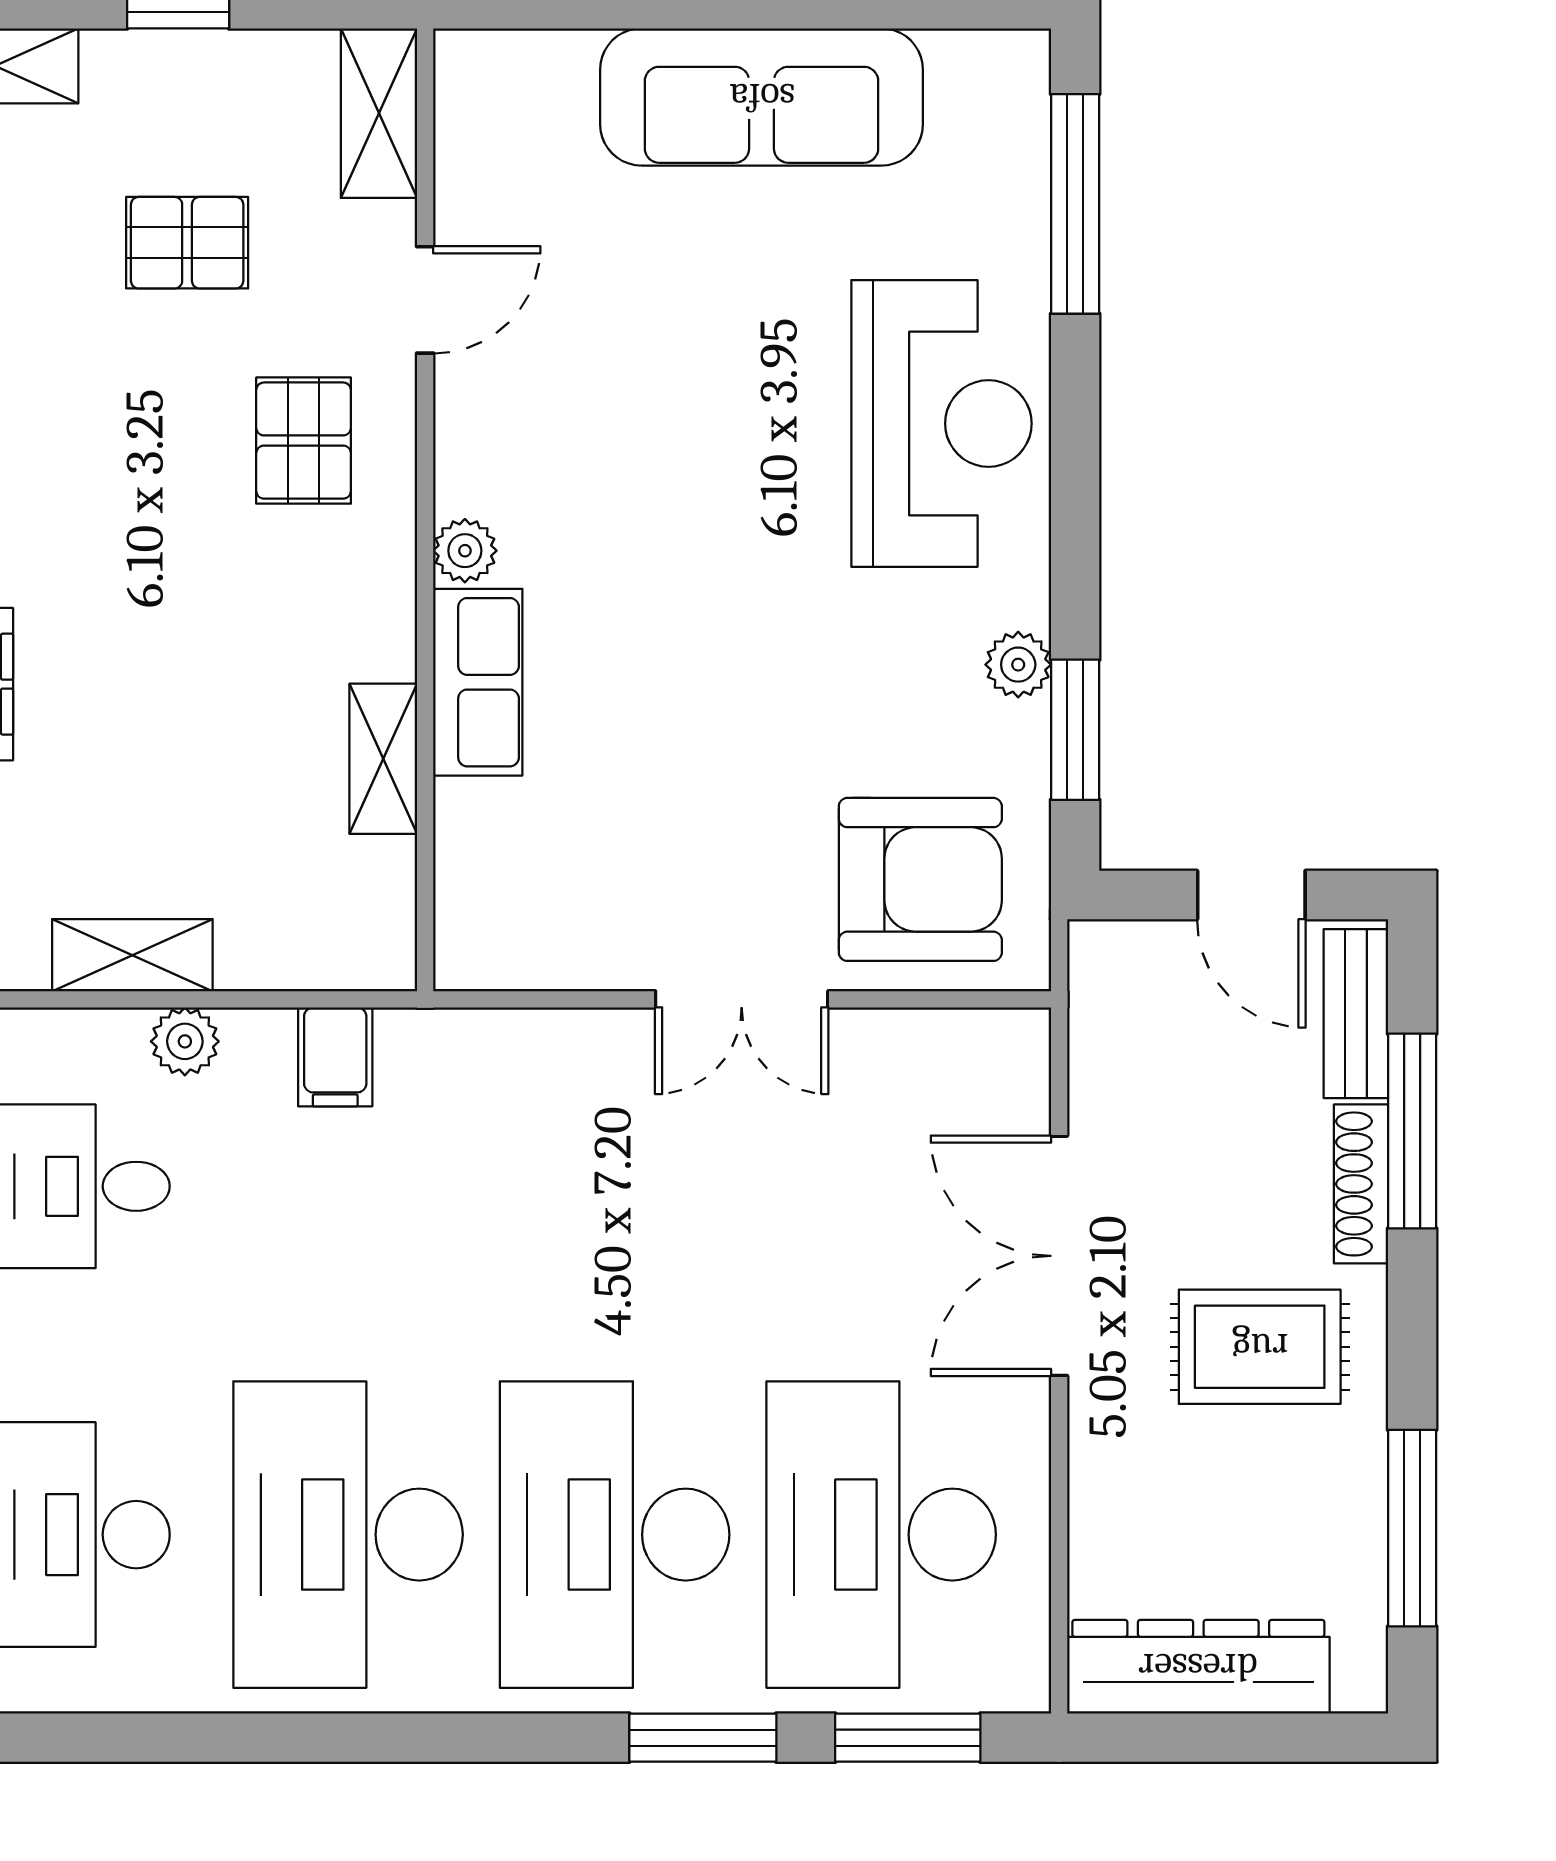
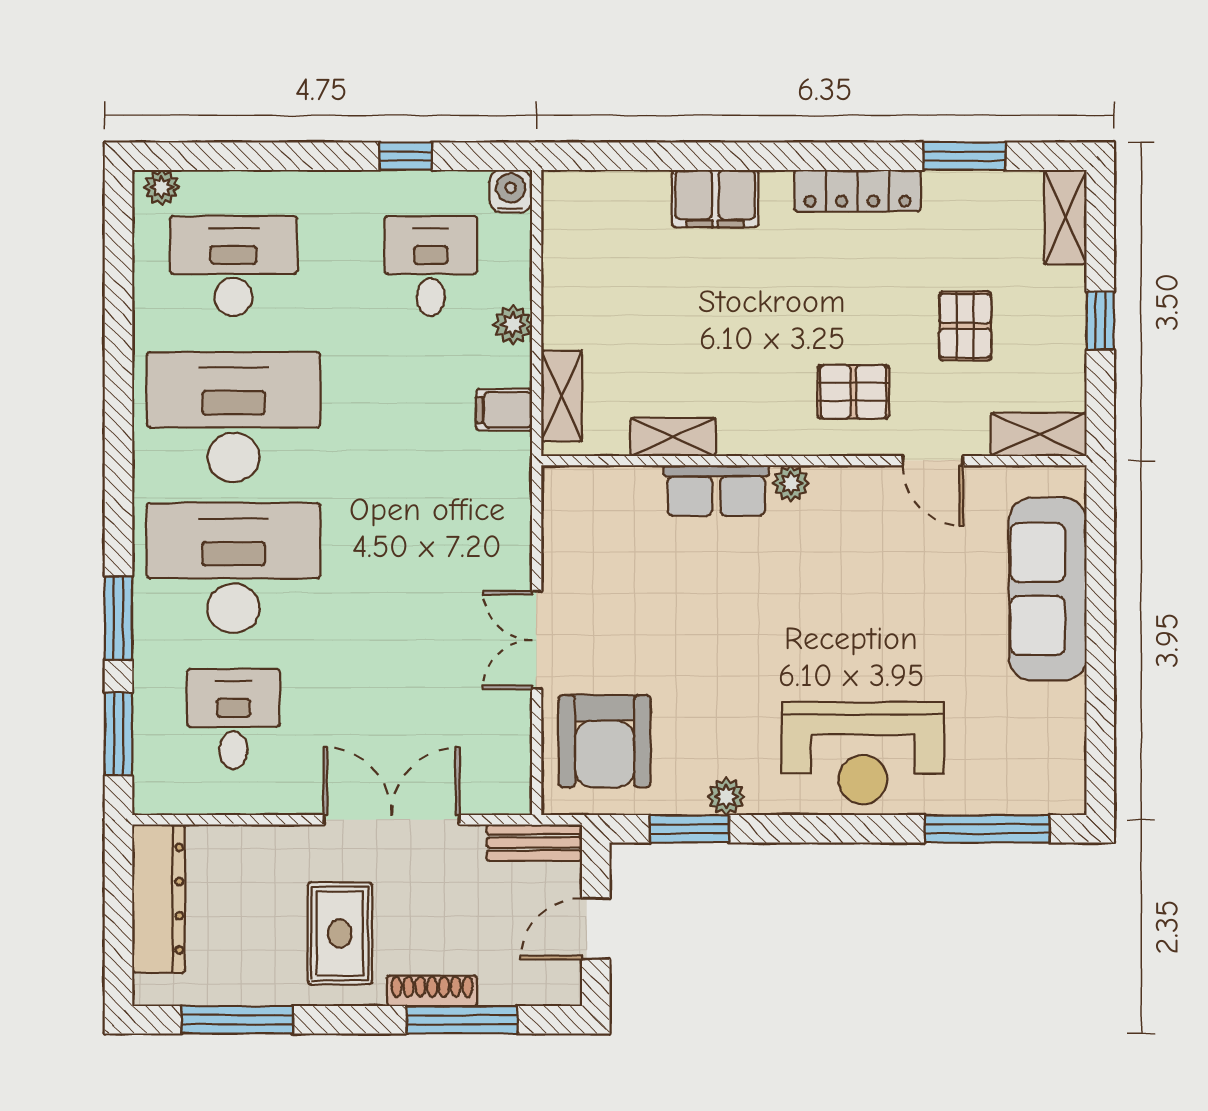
sofa: (762, 97) -> (1048, 589), moved
shelving: (132, 955) -> (562, 396), moved
bench: (1356, 1014) -> (534, 843), moved
desk: (881, 1535) -> (234, 719), width x0.53, depth x0.77

